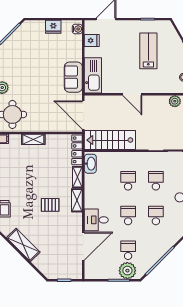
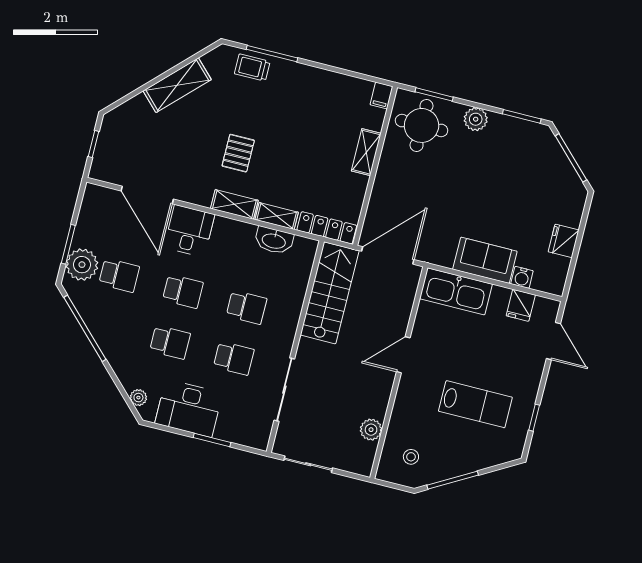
water cooler: (77, 29) -> (522, 277), moved
sofa: (73, 77) -> (485, 260), moved
washbasin: (90, 164) -> (274, 240), moved

